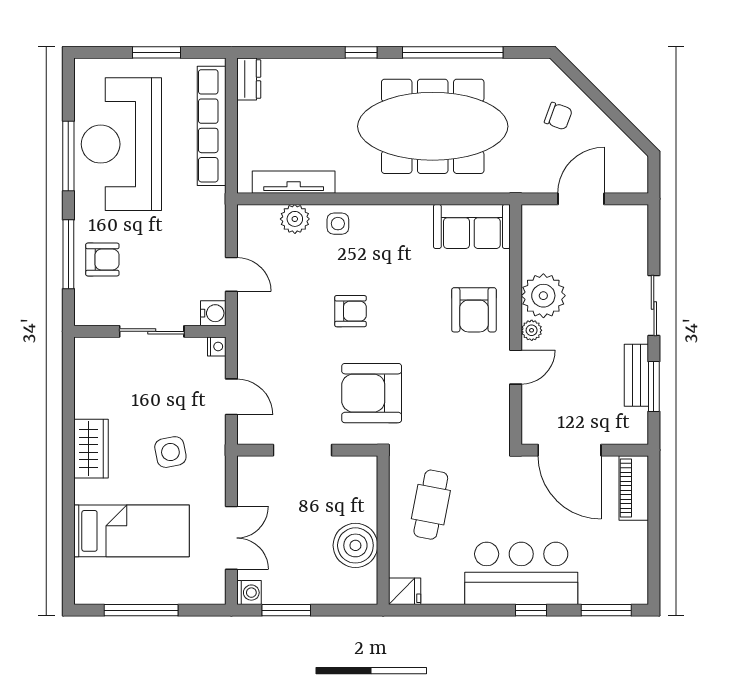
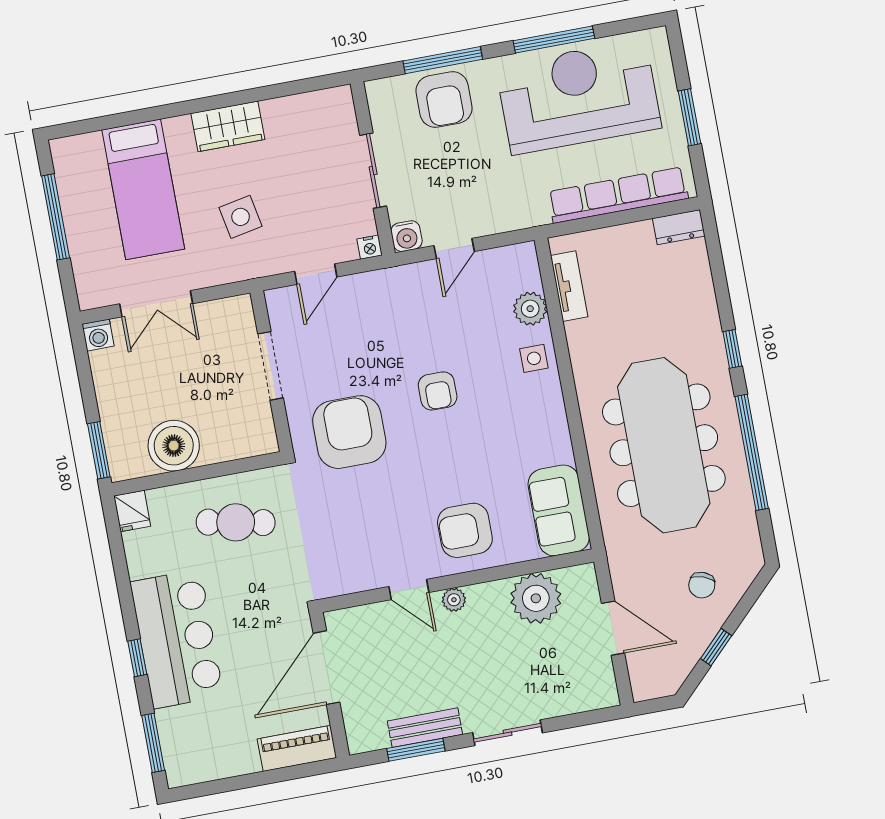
window: (614, 114) -> (716, 647), added
tv unit: (294, 182) -> (569, 286), width x0.71
armchair: (102, 260) -> (444, 100), width x1.38, depth x1.38
plant: (543, 296) -> (536, 598), moved
window: (286, 610) -> (99, 450), moved

